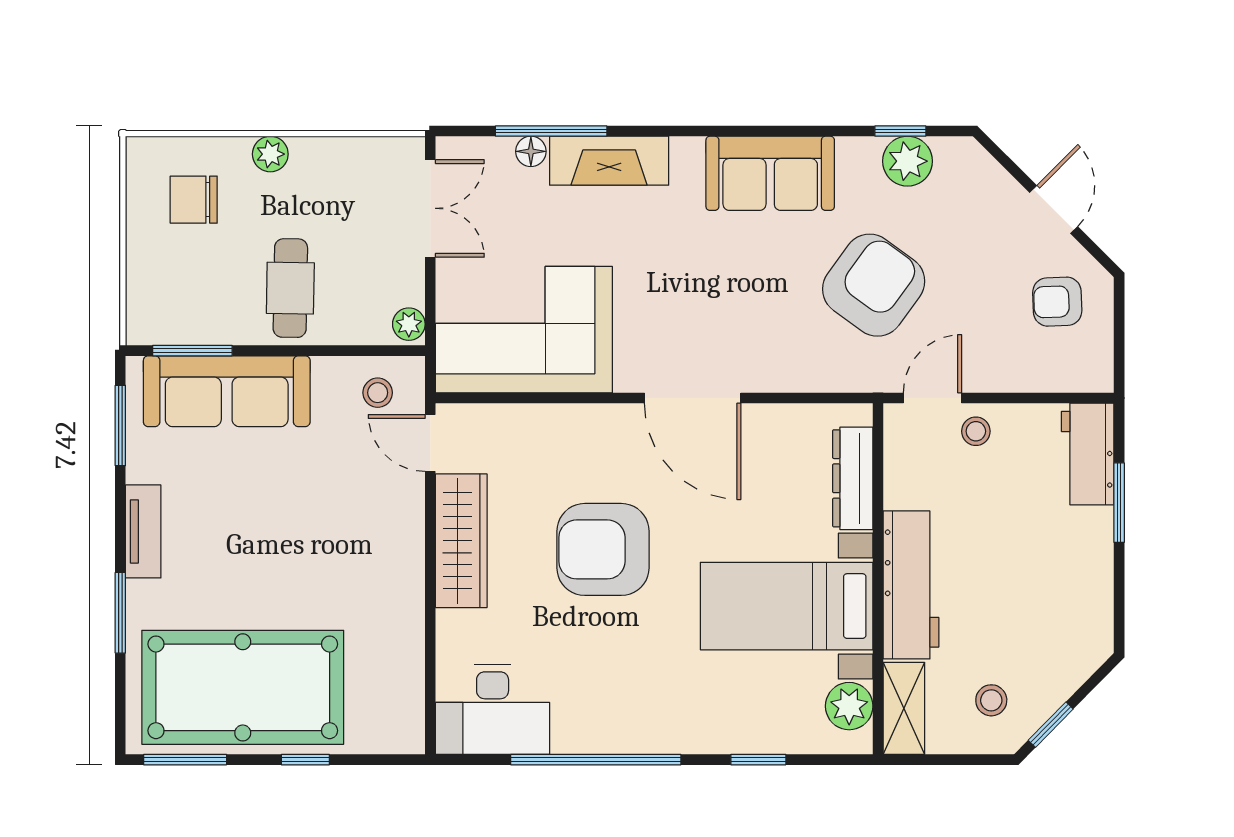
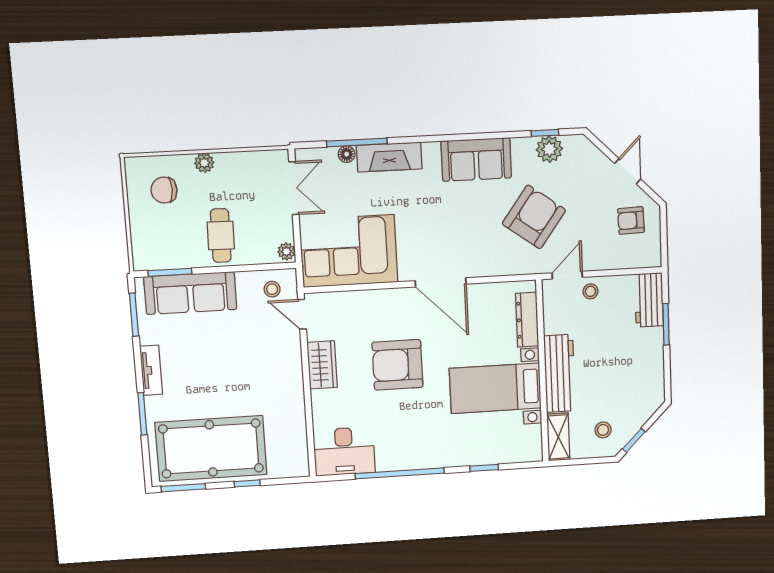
wardrobe: (461, 541) -> (322, 365), width x0.67
plant: (849, 706) -> (530, 438), removed

